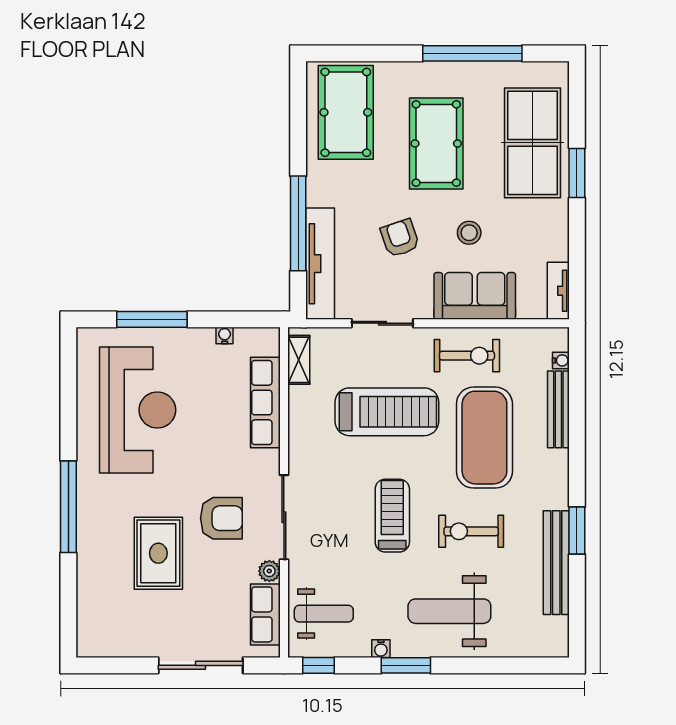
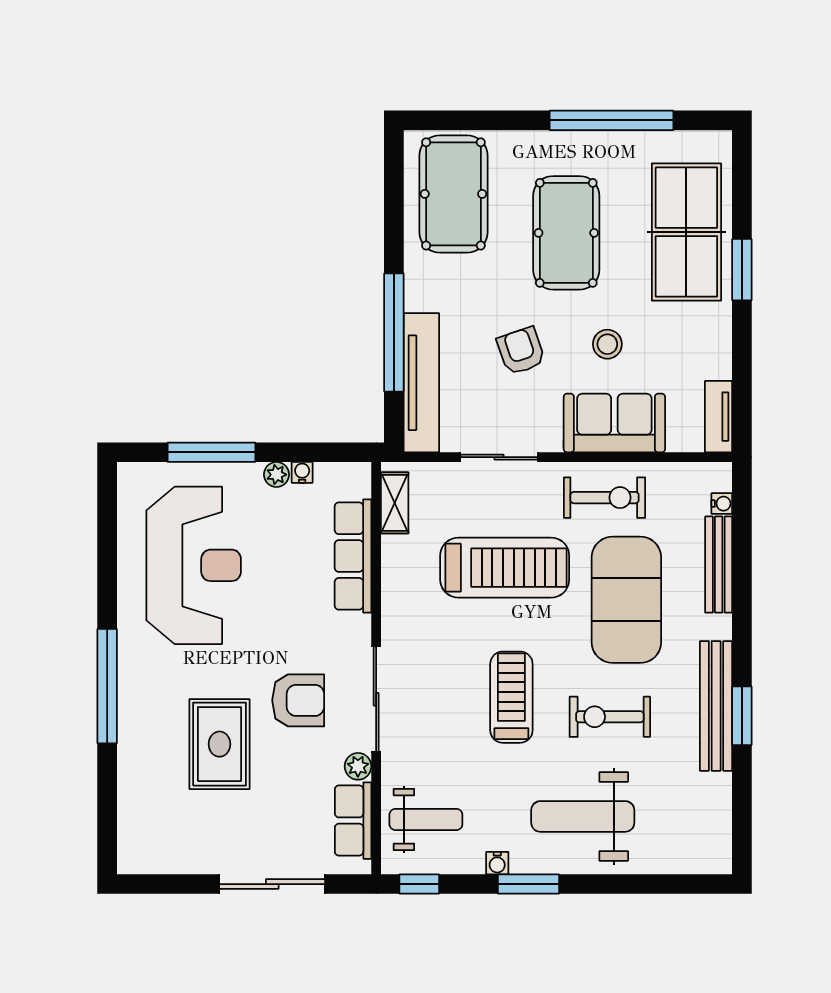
plant: (204, 337) -> (277, 475), added
bench: (556, 563) -> (716, 706), moved

